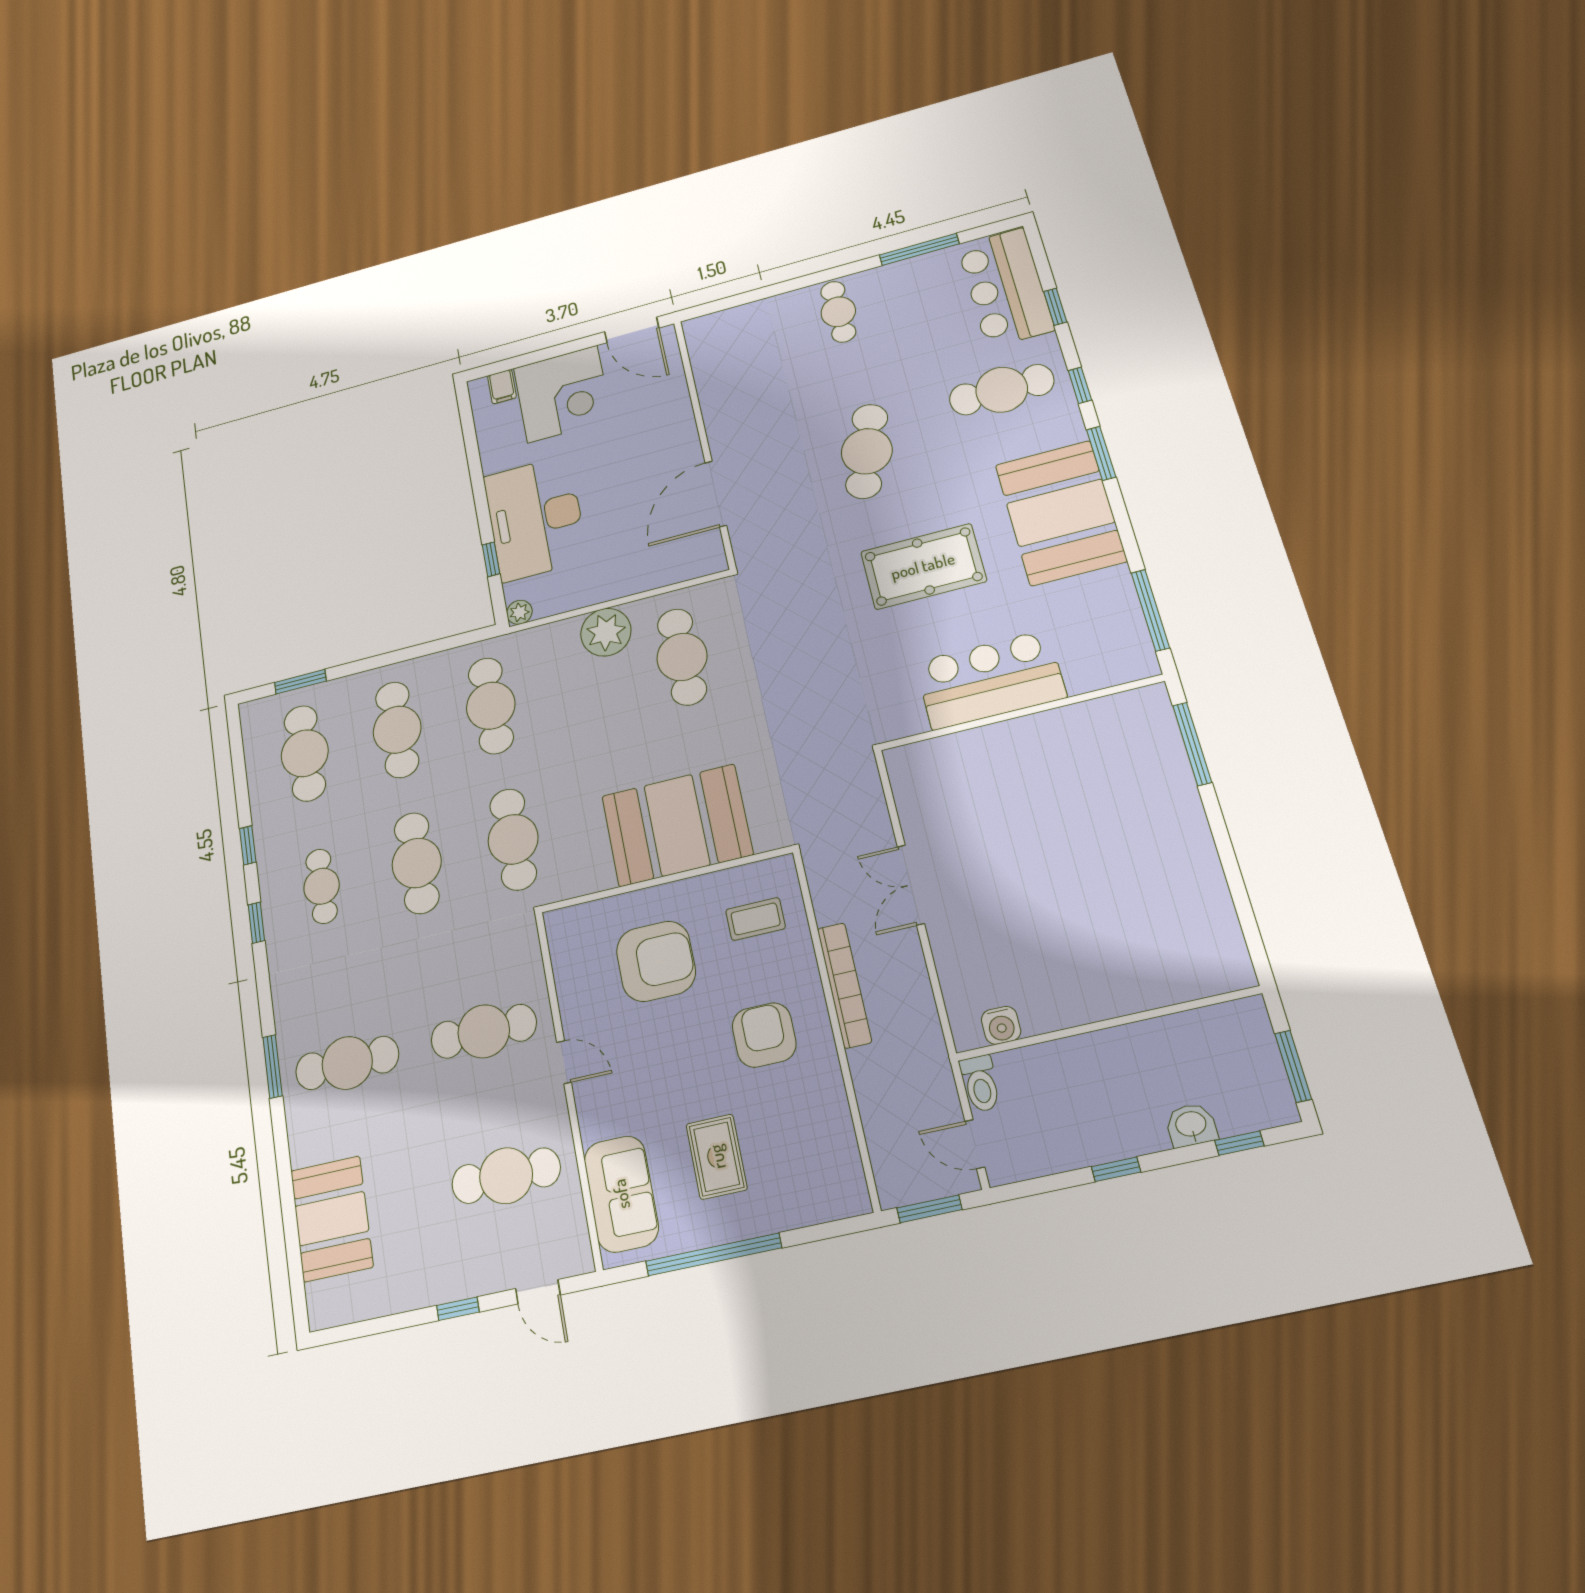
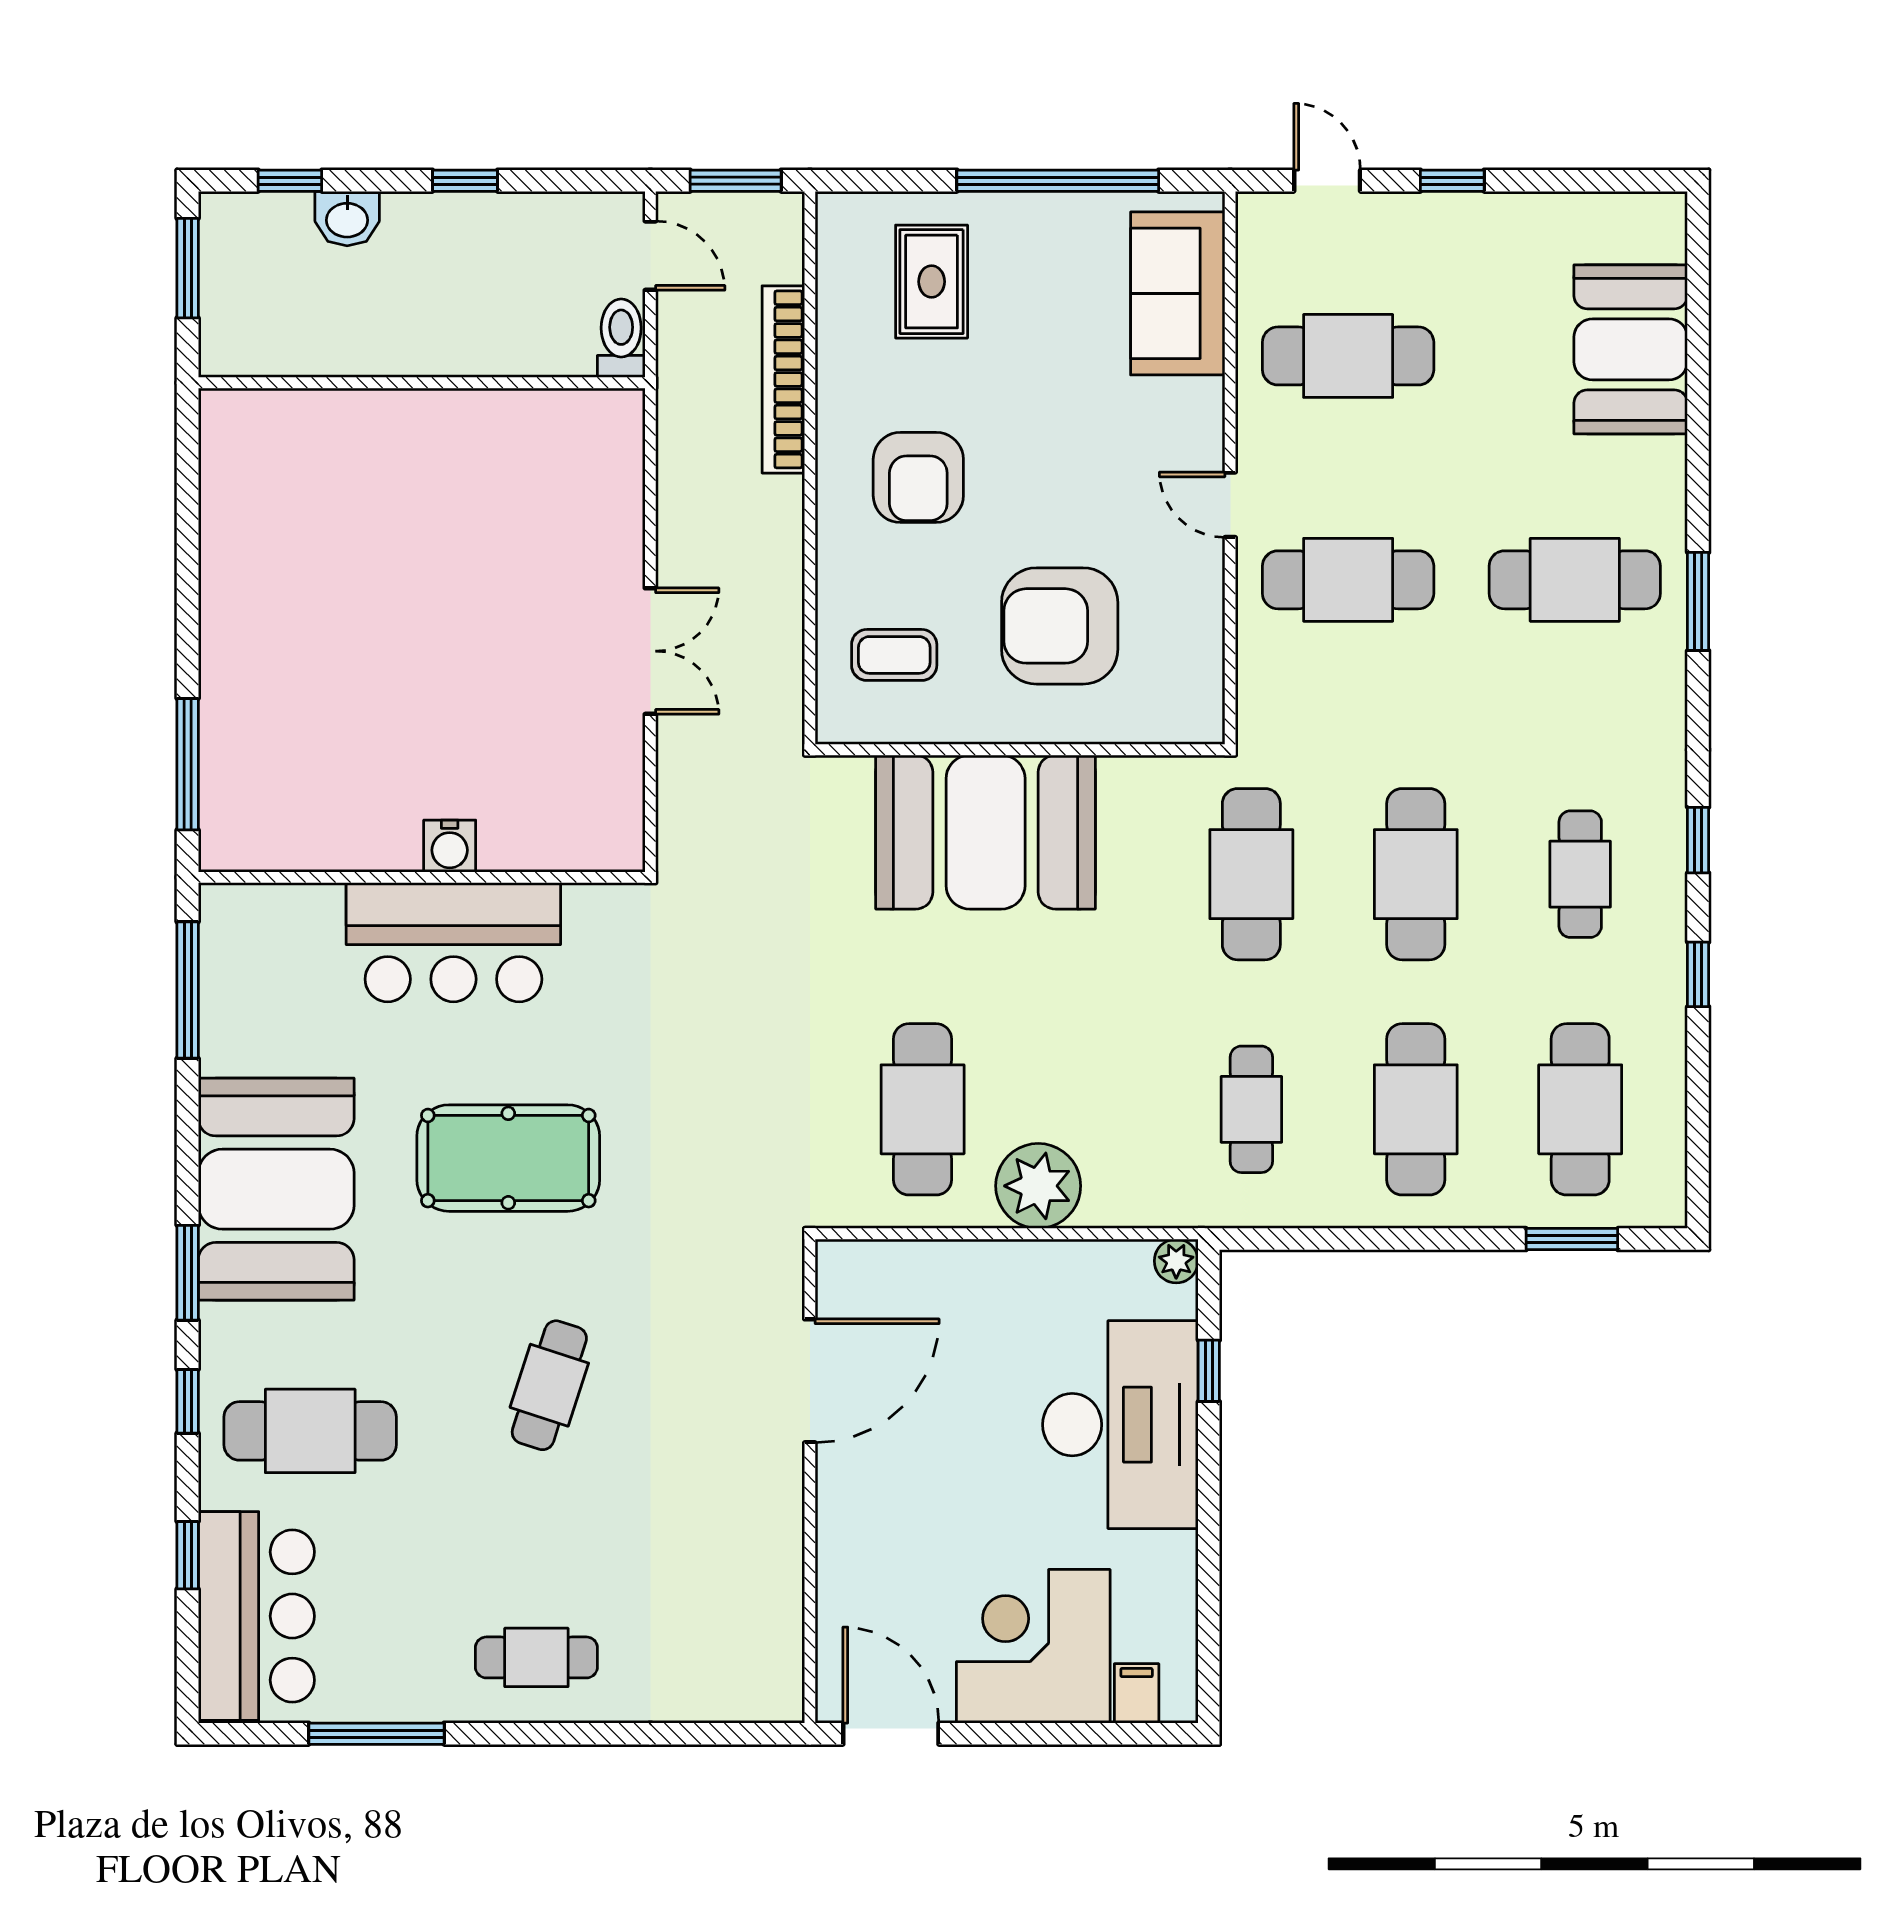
cafe table: (838, 312) -> (536, 1657), turned 90
cafe table: (867, 451) -> (549, 1385), width x0.73, depth x0.74
cafe table: (491, 706) -> (1251, 1109), width x0.73, depth x0.74
bookcase: (844, 985) -> (783, 379), moved
water cooler: (1001, 1025) -> (450, 846), moved, turned 180
rug: (717, 1157) -> (932, 282), moved

